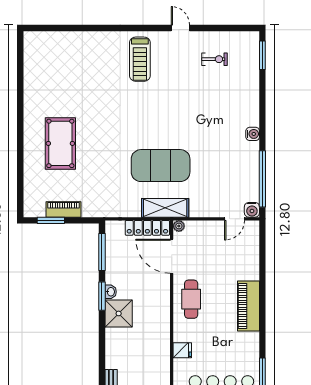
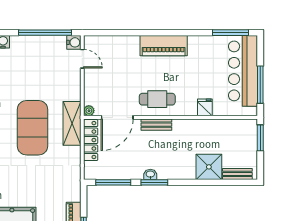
bench: (164, 298) -> (156, 125), added
shower: (119, 313) -> (209, 167), moved

